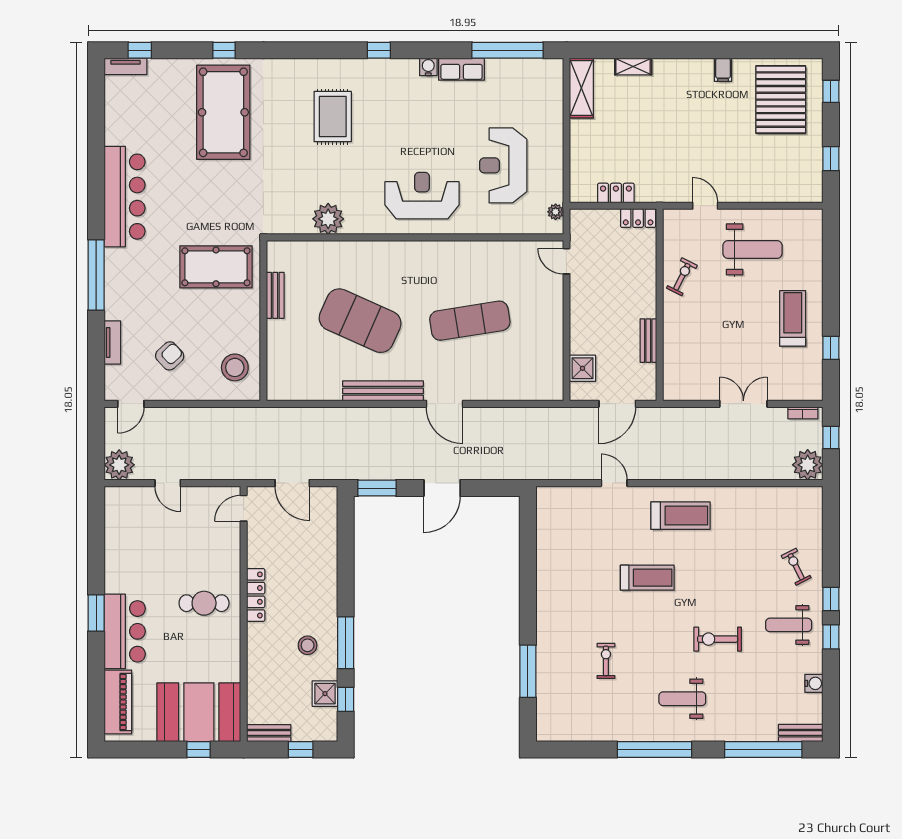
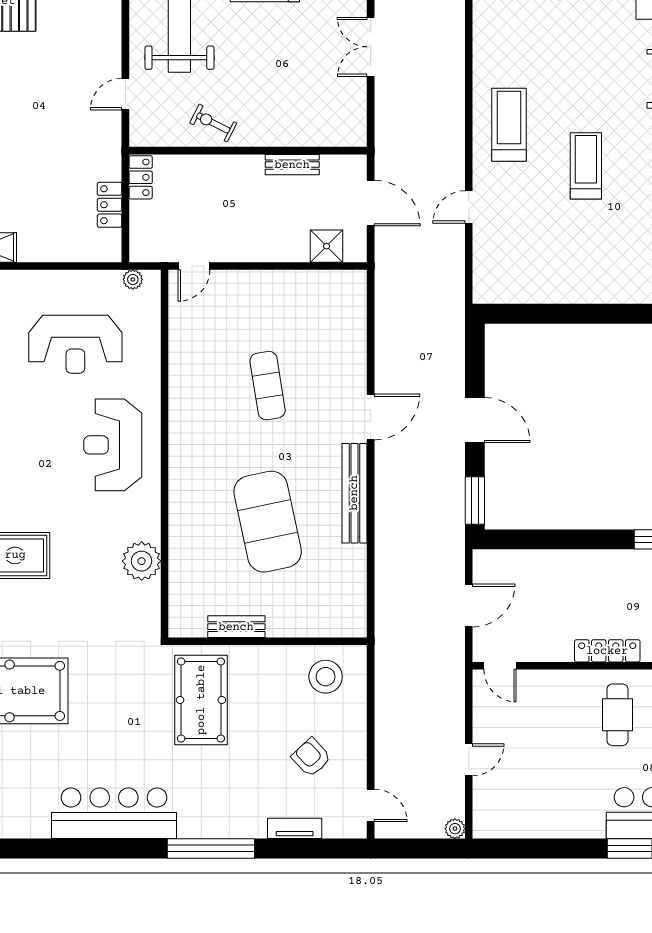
exercise mat: (360, 321) -> (268, 522), turned -36
exercise mat: (470, 321) -> (268, 386), width x0.73, depth x0.69
plant: (119, 465) -> (455, 829), width x0.53, depth x0.53

